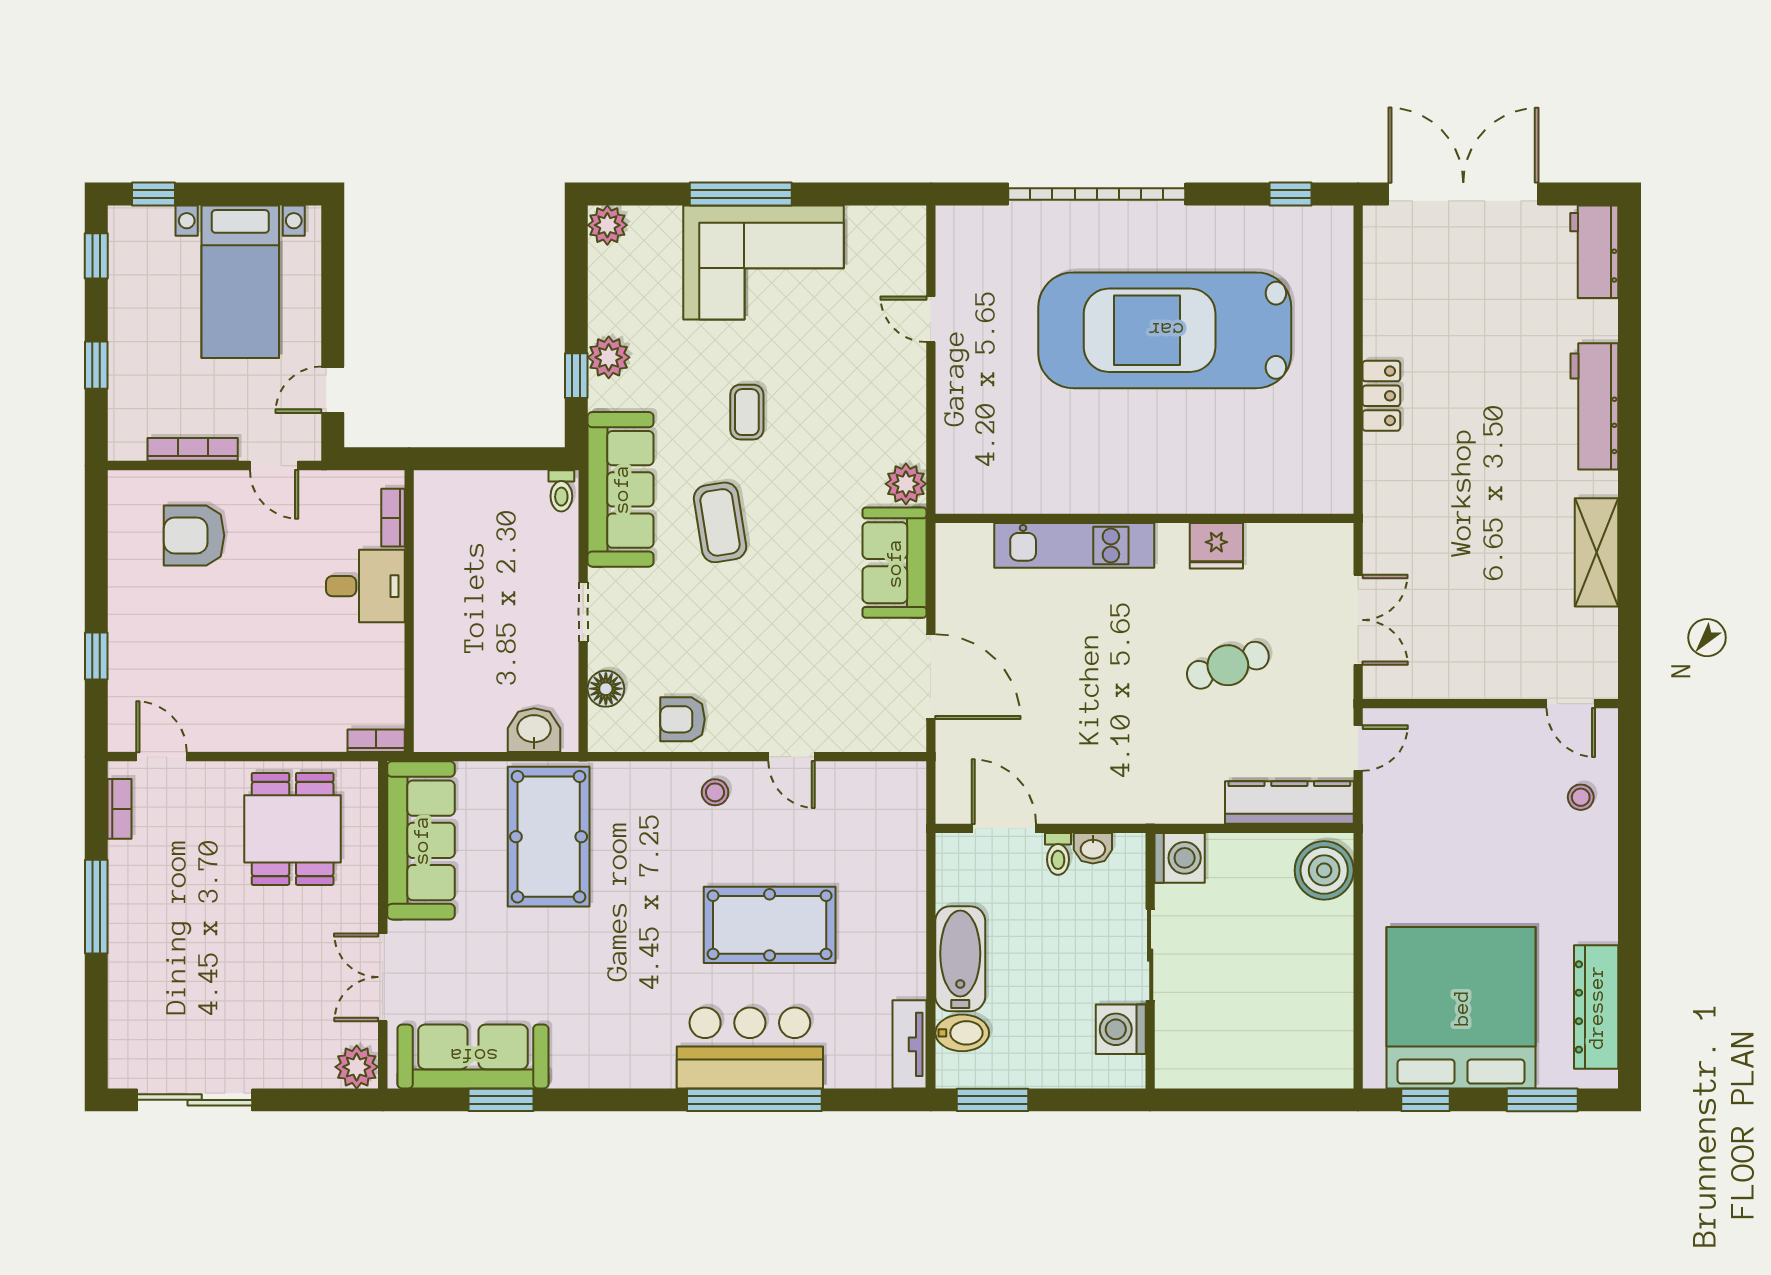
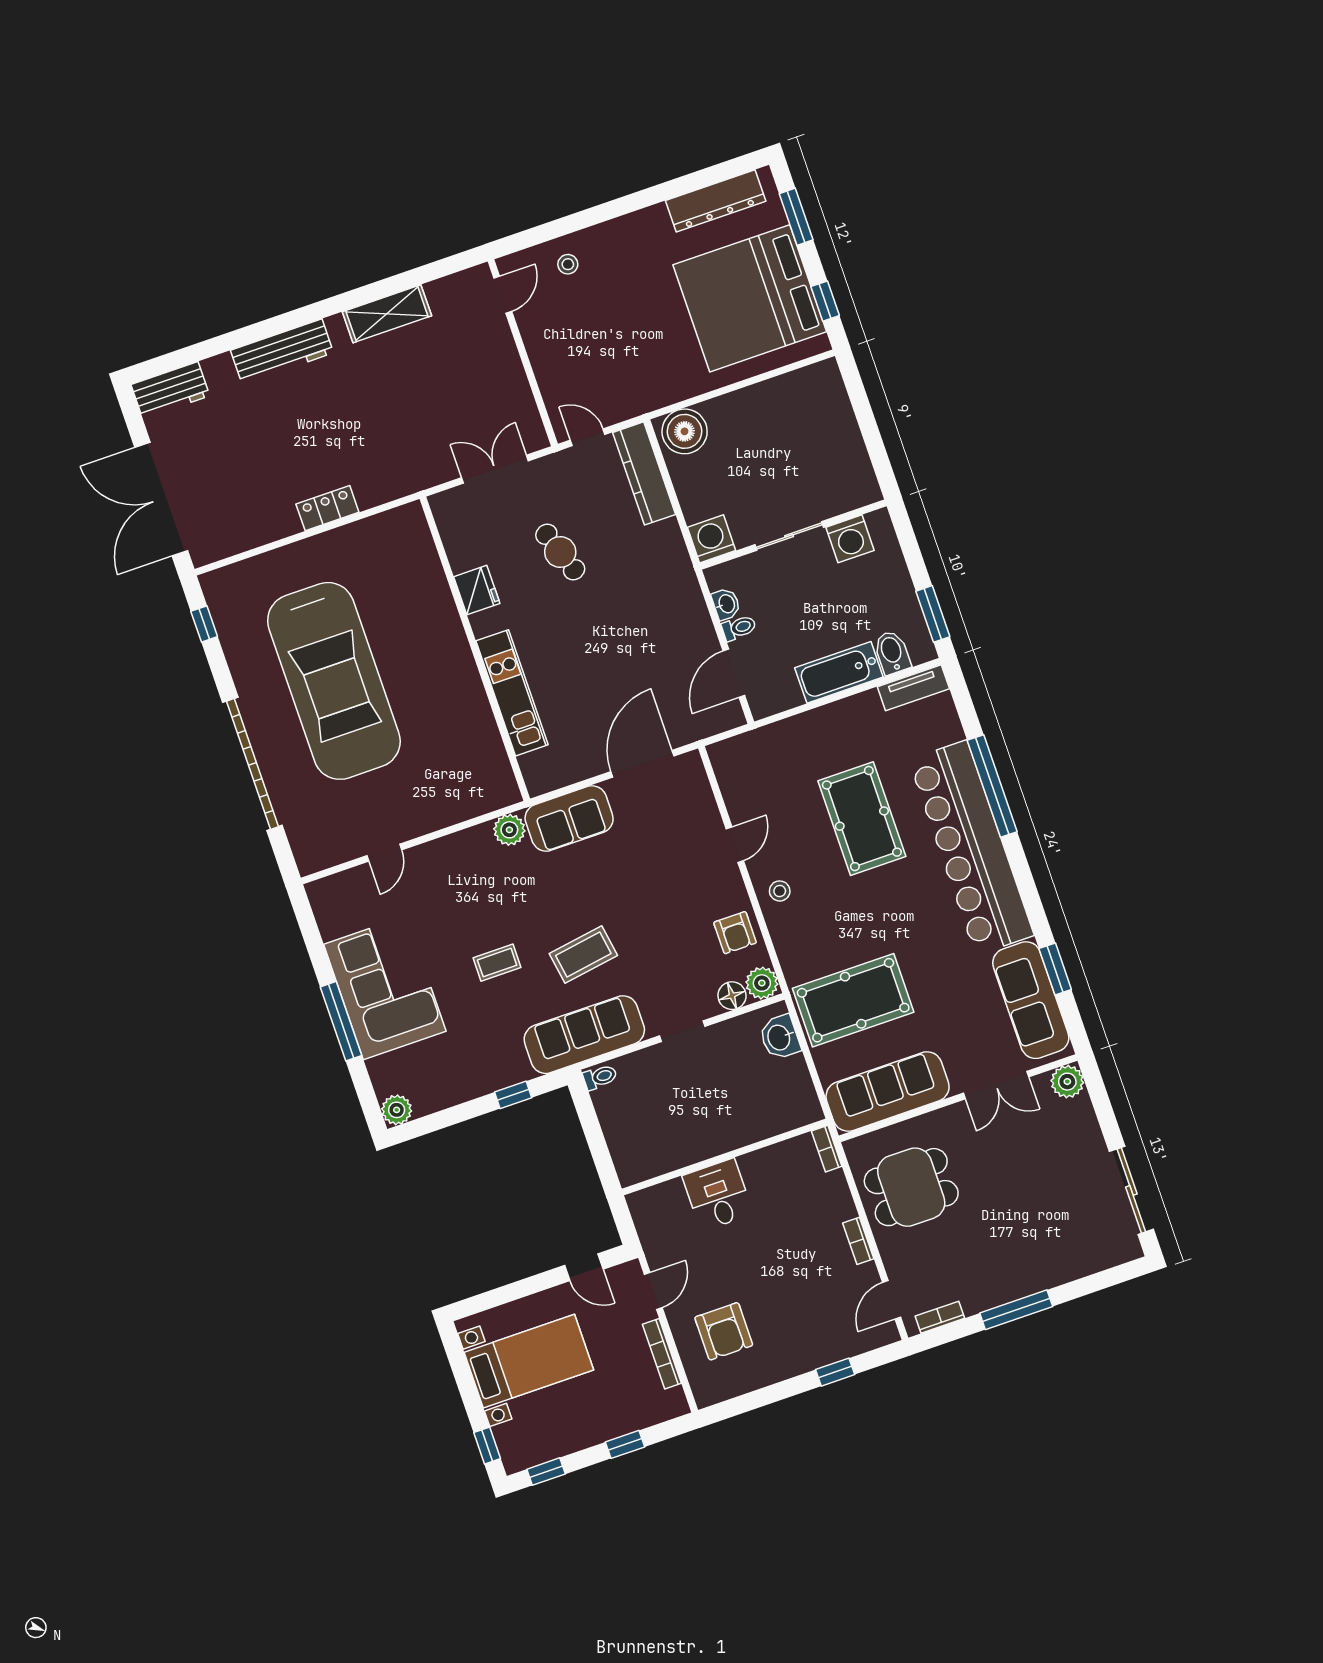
plant: (609, 357) -> (762, 983), moved
bookcase: (393, 518) -> (858, 1241), moved, turned 90
bar counter: (750, 1048) -> (971, 848), width x1.86

